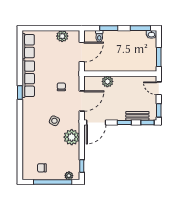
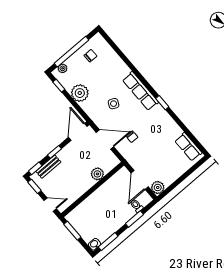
plant: (62, 36) -> (158, 187), moved
row of seats: (28, 79) -> (140, 91), moved
door: (82, 101) -> (105, 139), swing flipped
plant: (72, 137) -> (80, 93), moved

